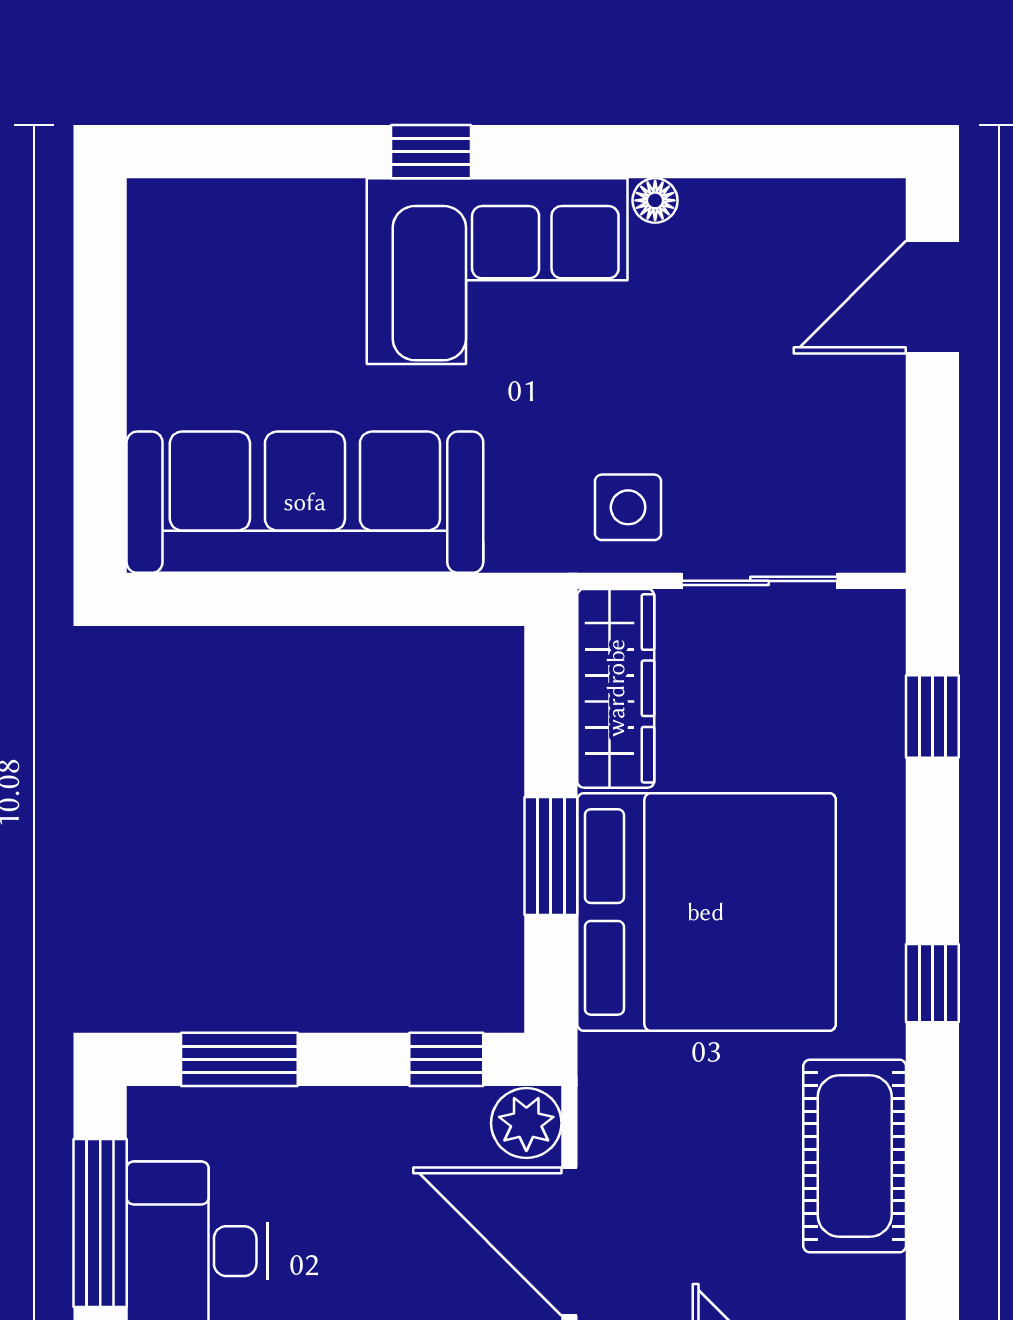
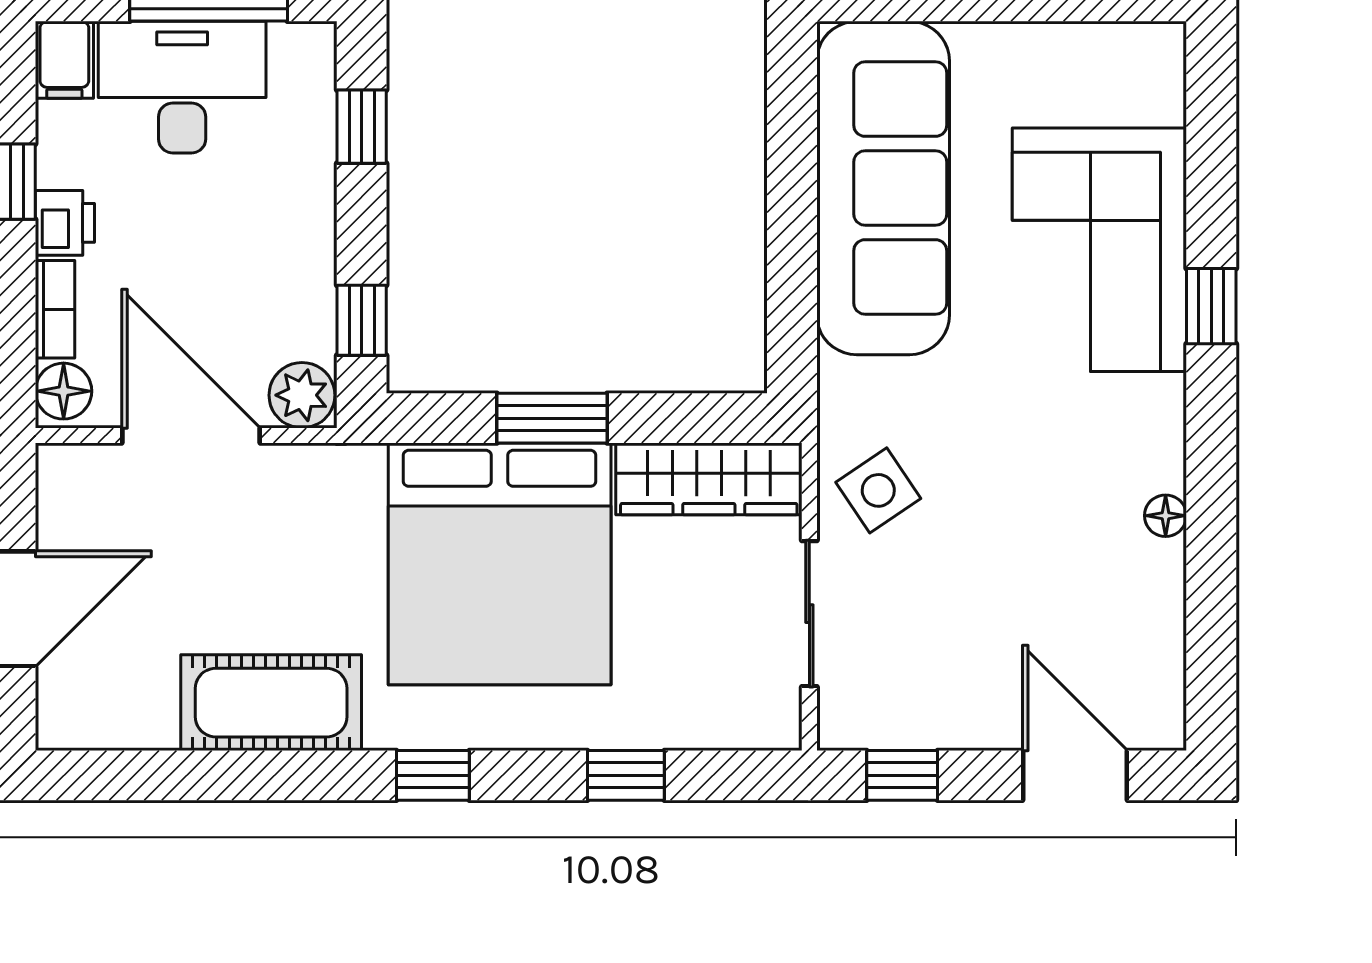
corner sofa: (497, 271) -> (1099, 250), moved
window: (932, 482) -> (902, 775), added
side table: (628, 507) -> (878, 490), turned -34
window: (932, 716) -> (626, 775), moved
window: (239, 1059) -> (362, 127), width x0.67
door: (569, 1242) -> (191, 435), hinge flipped

